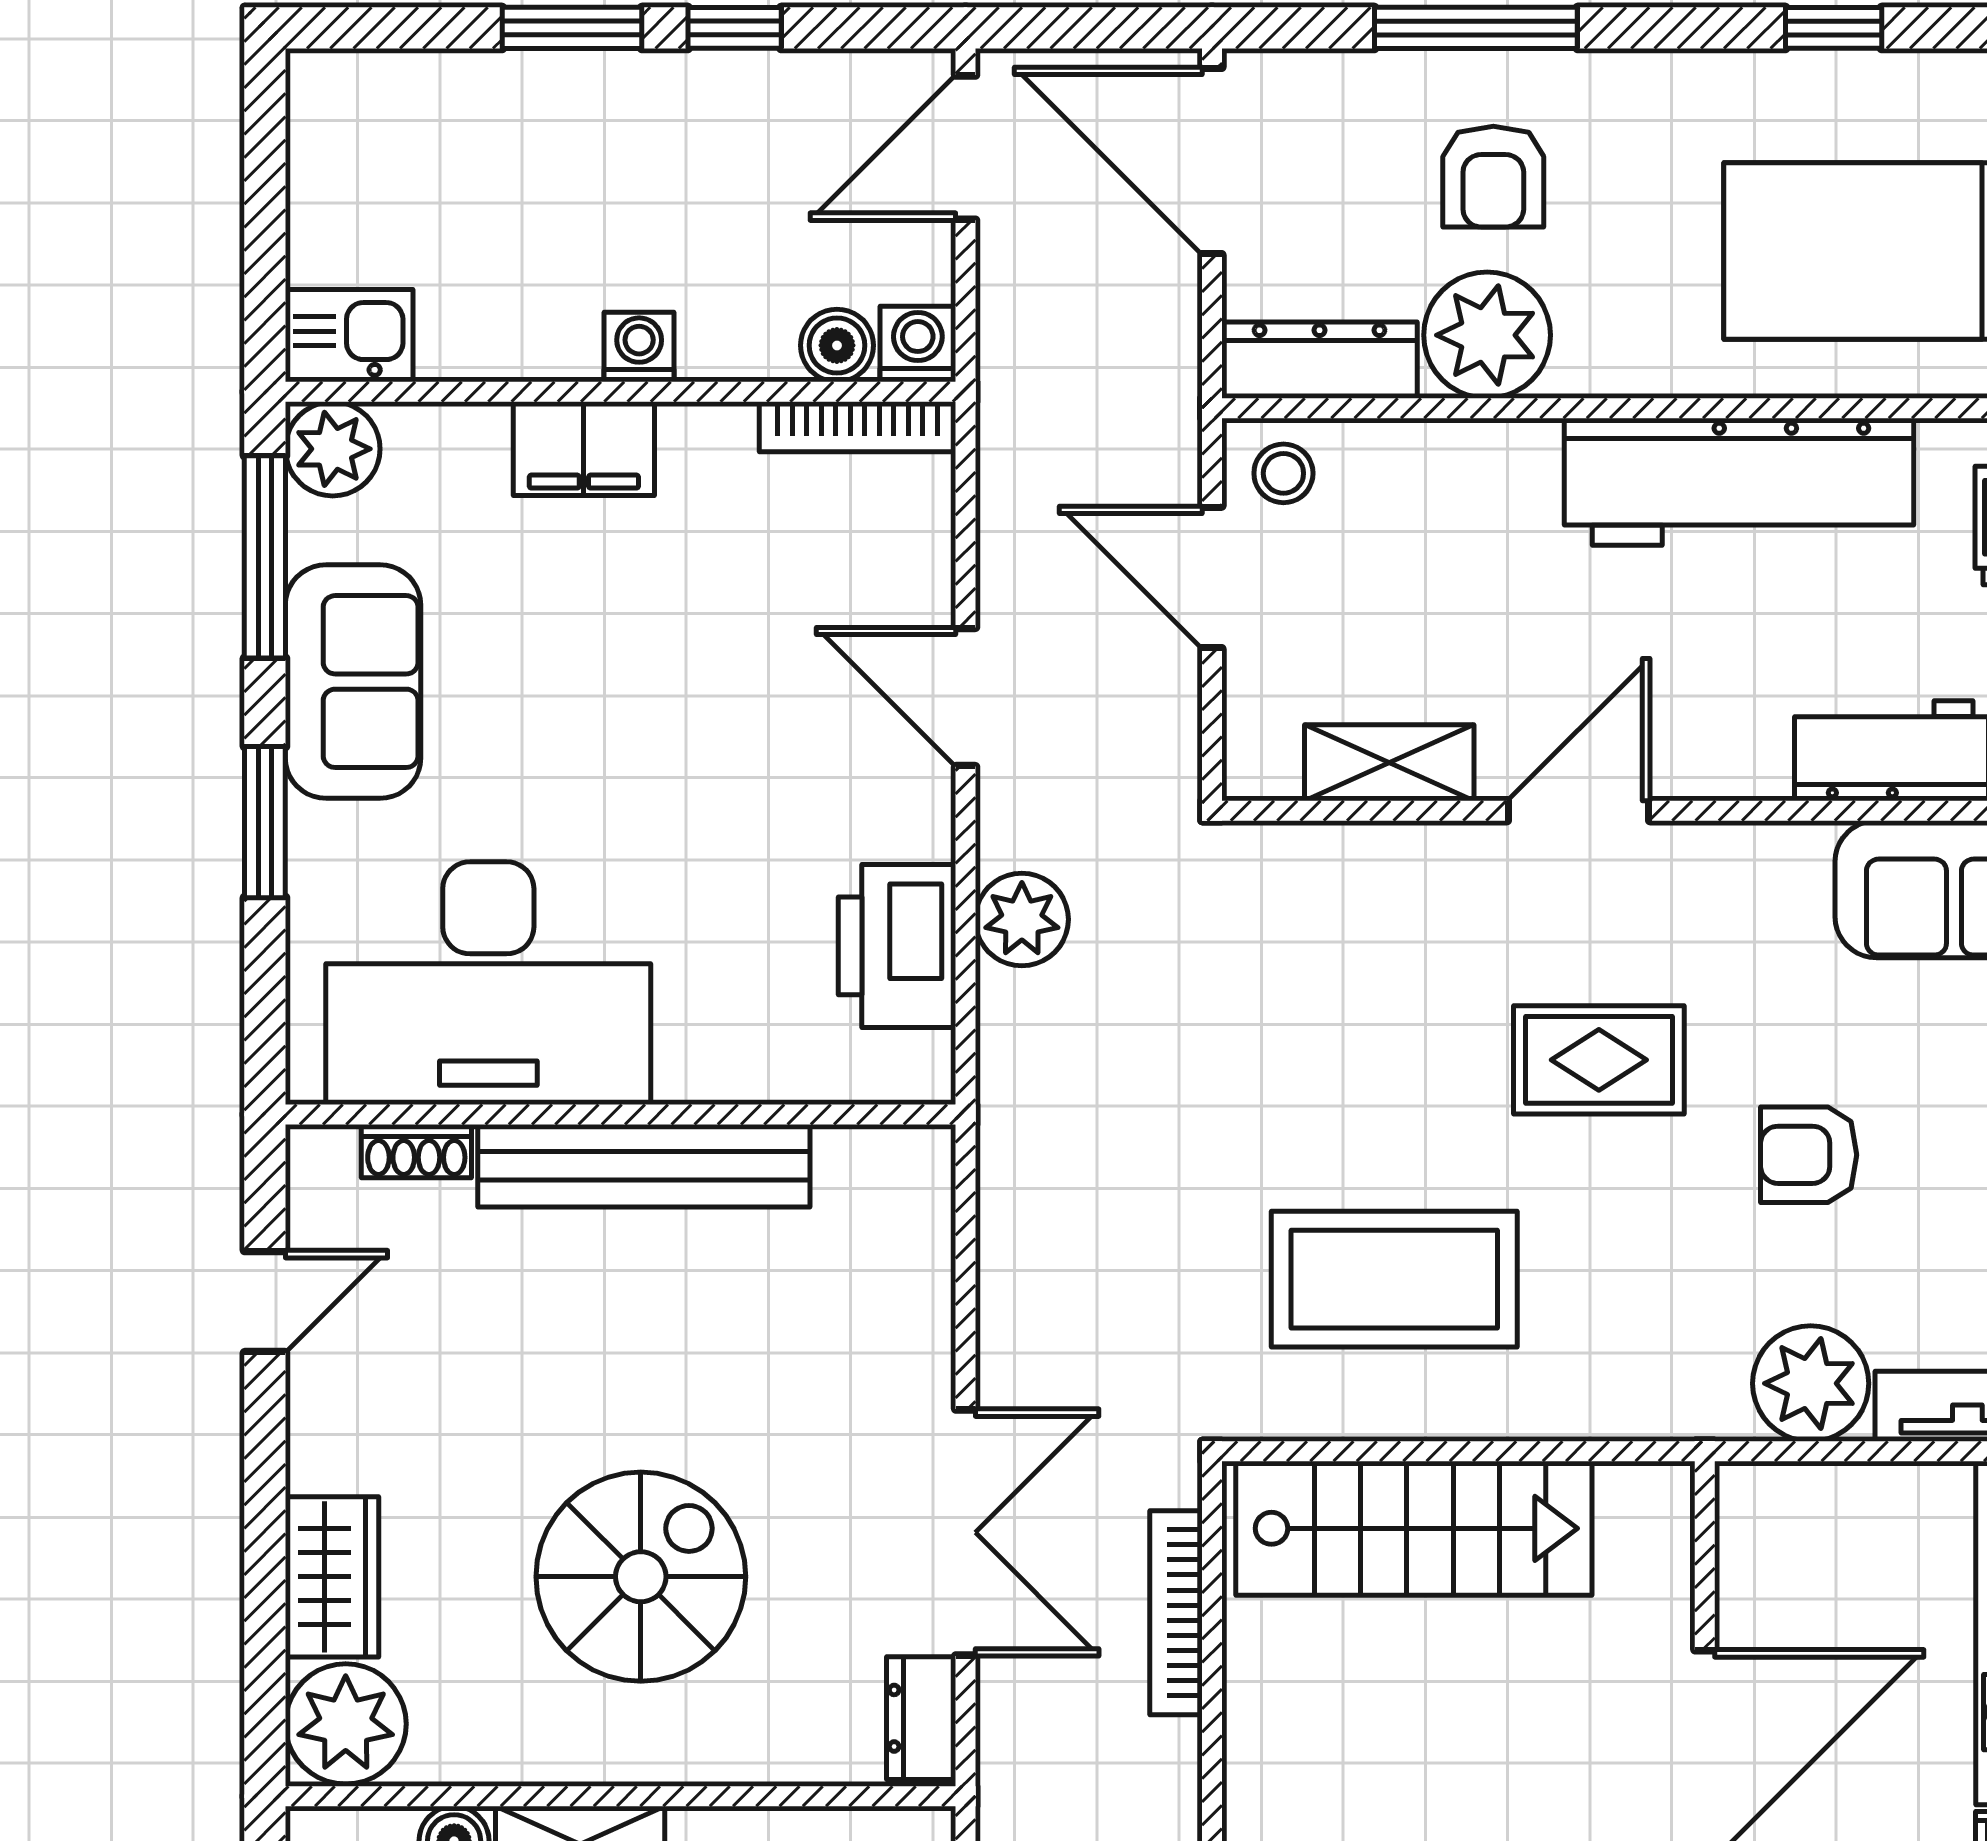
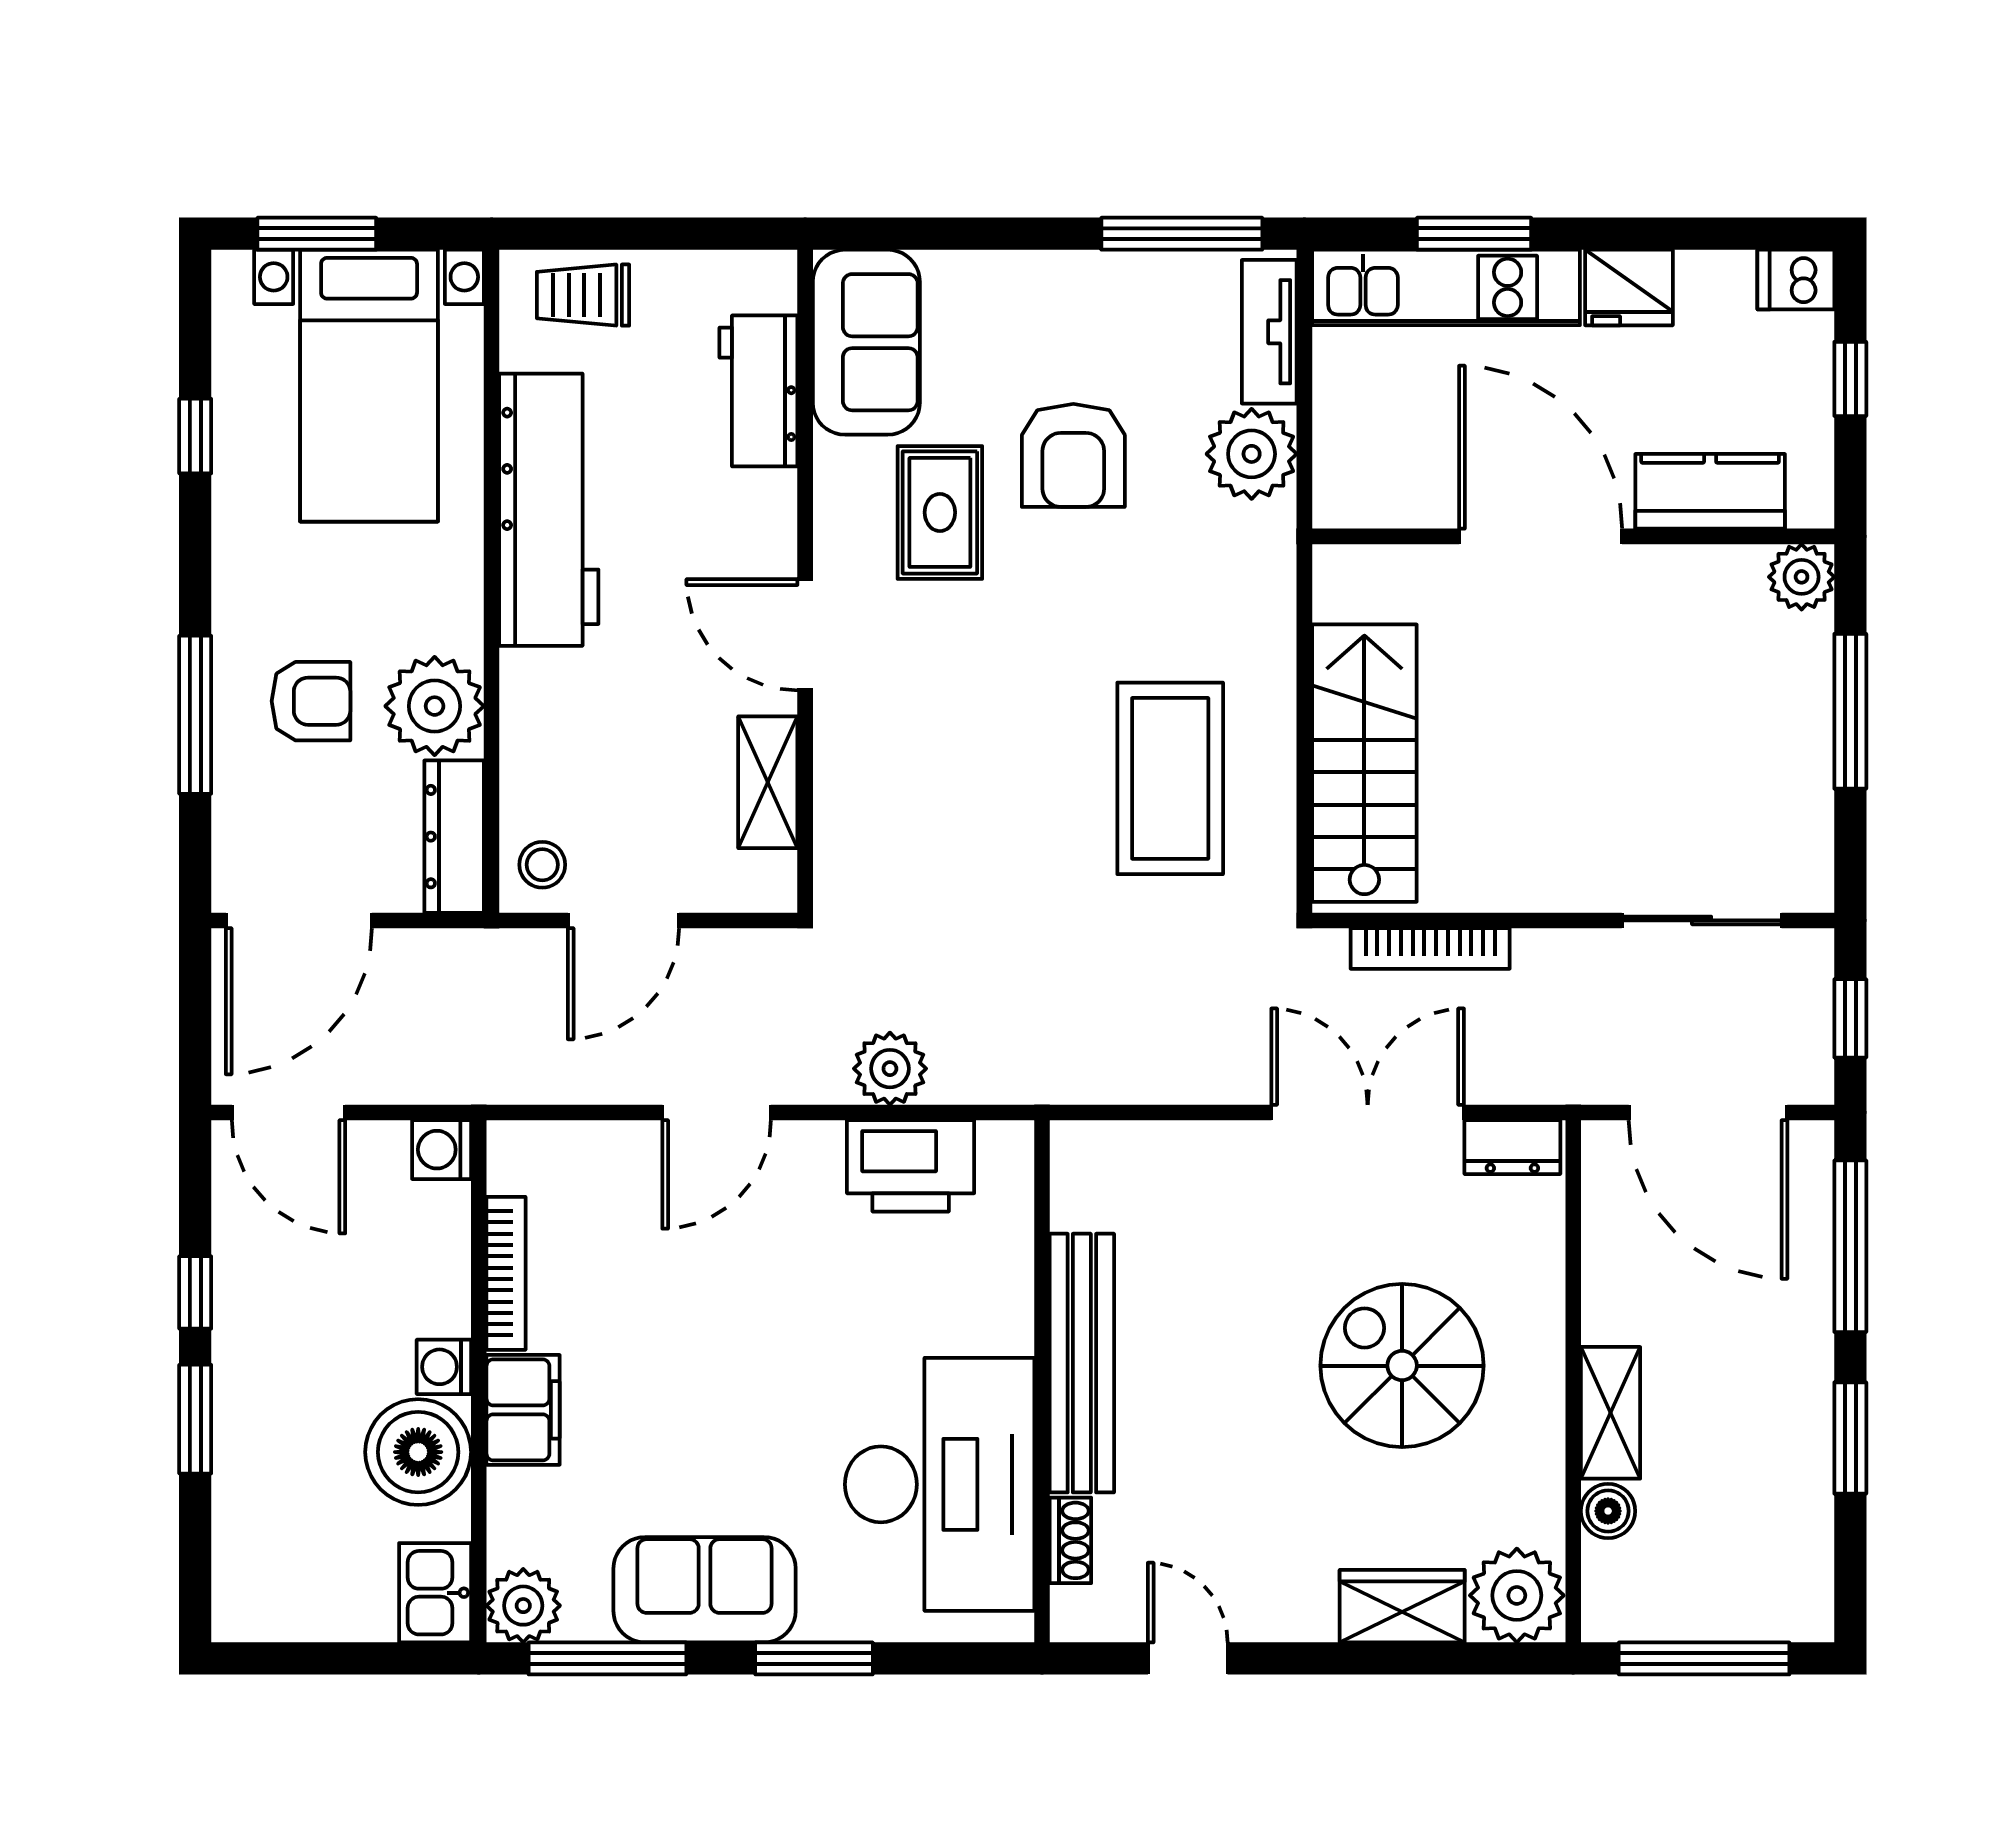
boiler: (837, 345) -> (418, 1452), moved, width x1.86, depth x1.86
bookcase: (858, 427) -> (506, 1273), moved
rug: (1599, 1060) -> (940, 512), moved
armchair: (1809, 1155) -> (1073, 455), width x1.38, depth x1.38

